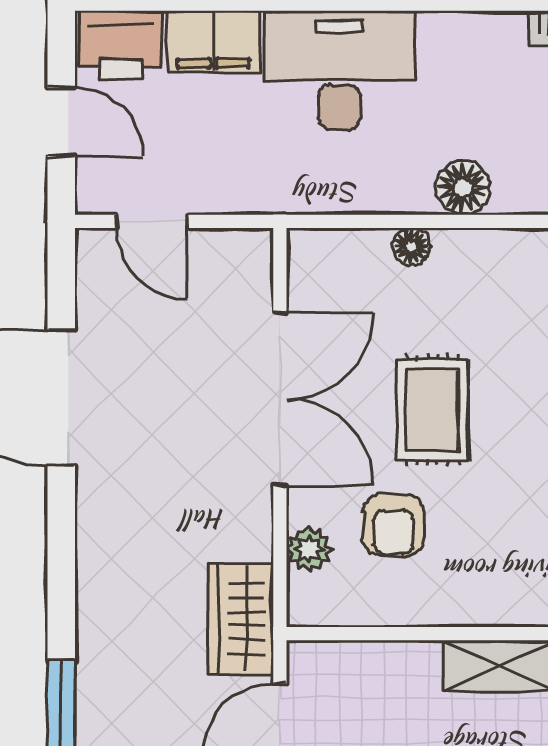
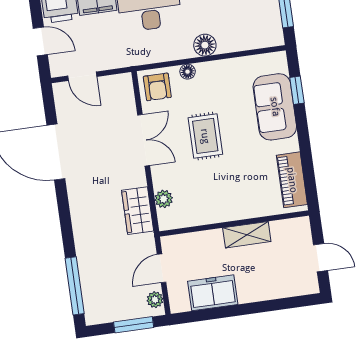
double door: (280, 399) -> (144, 140), width x0.73
armchair: (393, 525) -> (157, 87), moved
wardrobe: (241, 619) -> (138, 211), moved

